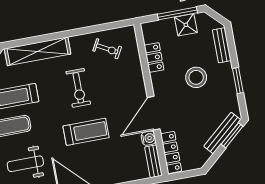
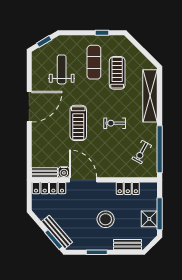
window: (100, 28) -> (160, 149), added
exercise bike: (78, 88) -> (115, 123), width x0.73, depth x0.72

